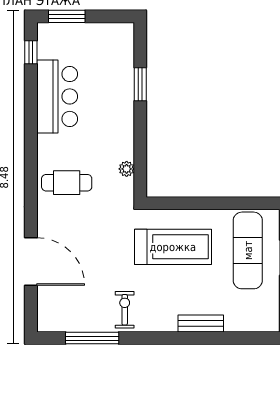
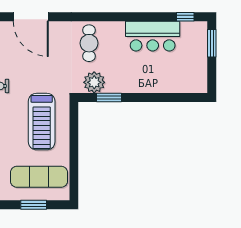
window: (140, 84) -> (109, 97), moved
plant: (127, 169) -> (94, 82), width x1.88, depth x1.88
door: (31, 261) -> (31, 17), hinge flipped

